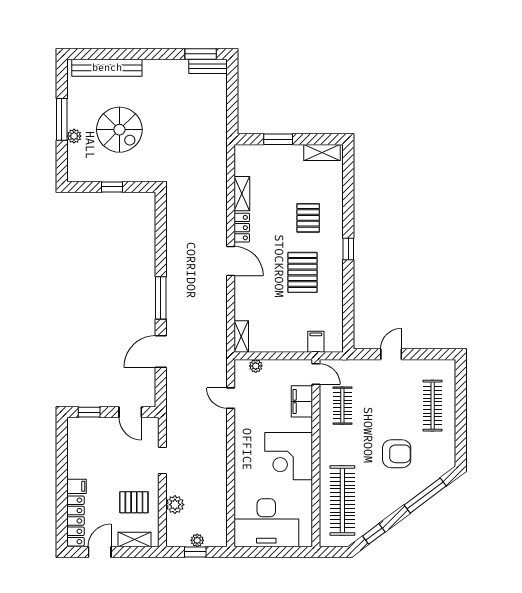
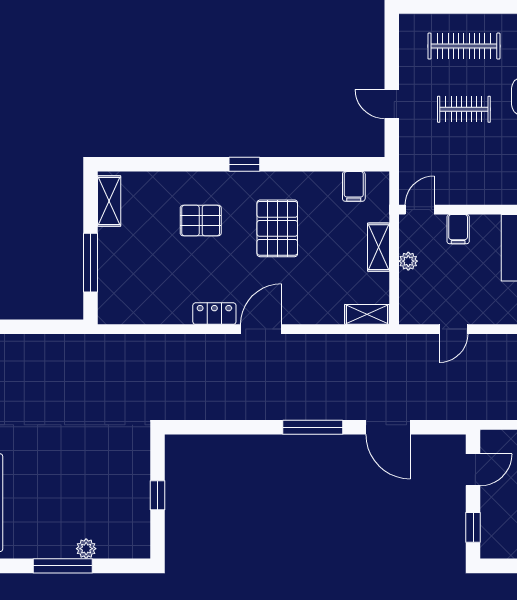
spiral stairs: (119, 130) -> (77, 485), removed
window: (278, 139) -> (91, 263), width x1.44
shelving: (242, 194) -> (378, 247), moved, turned 90
pallet: (303, 272) -> (277, 228), turned 90
filing cabinet: (316, 342) -> (354, 186), moved, turned -90
plant: (256, 366) -> (408, 261), moved
filing cabinet: (302, 401) -> (458, 229), width x0.50
clothes rail: (342, 406) -> (464, 109), moved

